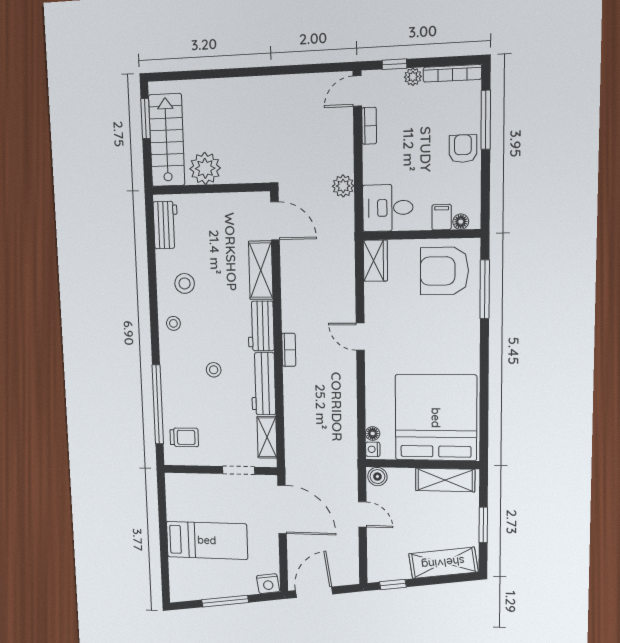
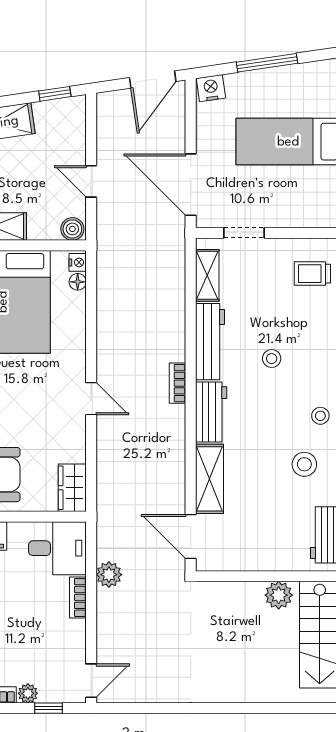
bookcase: (369, 126) -> (78, 597), moved
plant: (205, 168) -> (279, 595), width x0.73, depth x0.73

